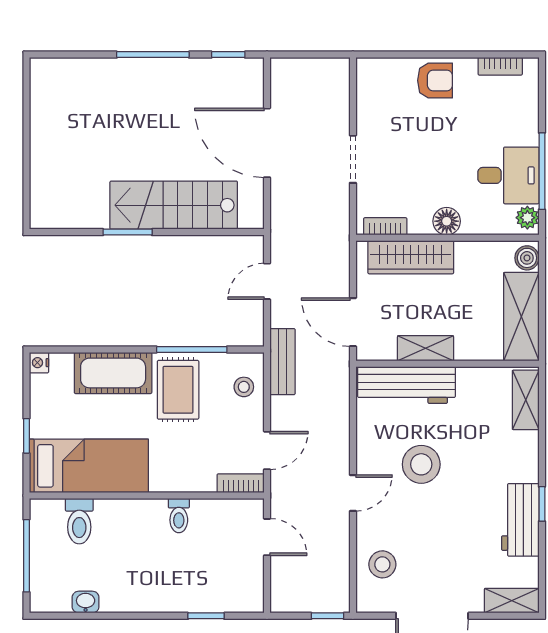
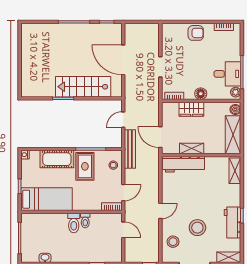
wardrobe: (411, 257) -> (191, 109), width x0.67
bench: (282, 362) -> (130, 149), width x1.36
stool: (421, 464) -> (197, 228), moved
toilet: (79, 521) -> (74, 223), moved

